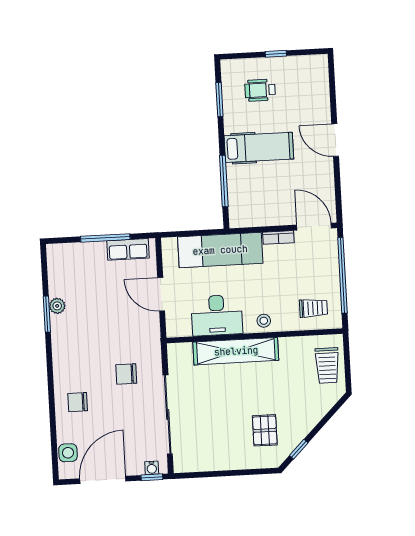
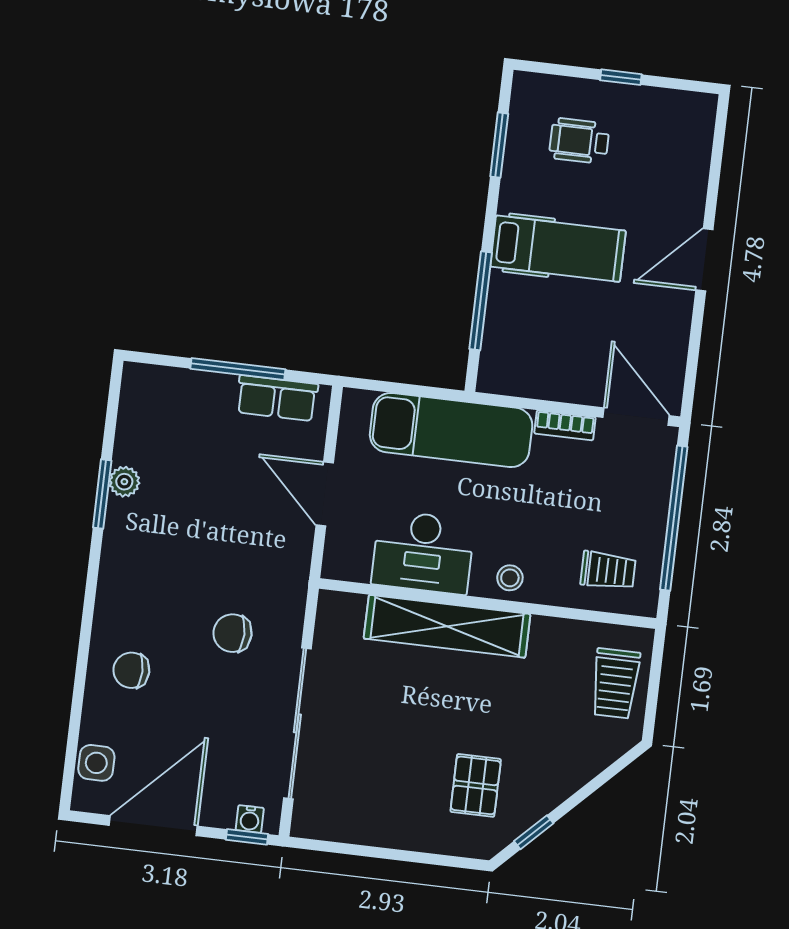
door: (335, 140) -> (704, 260), hinge flipped

